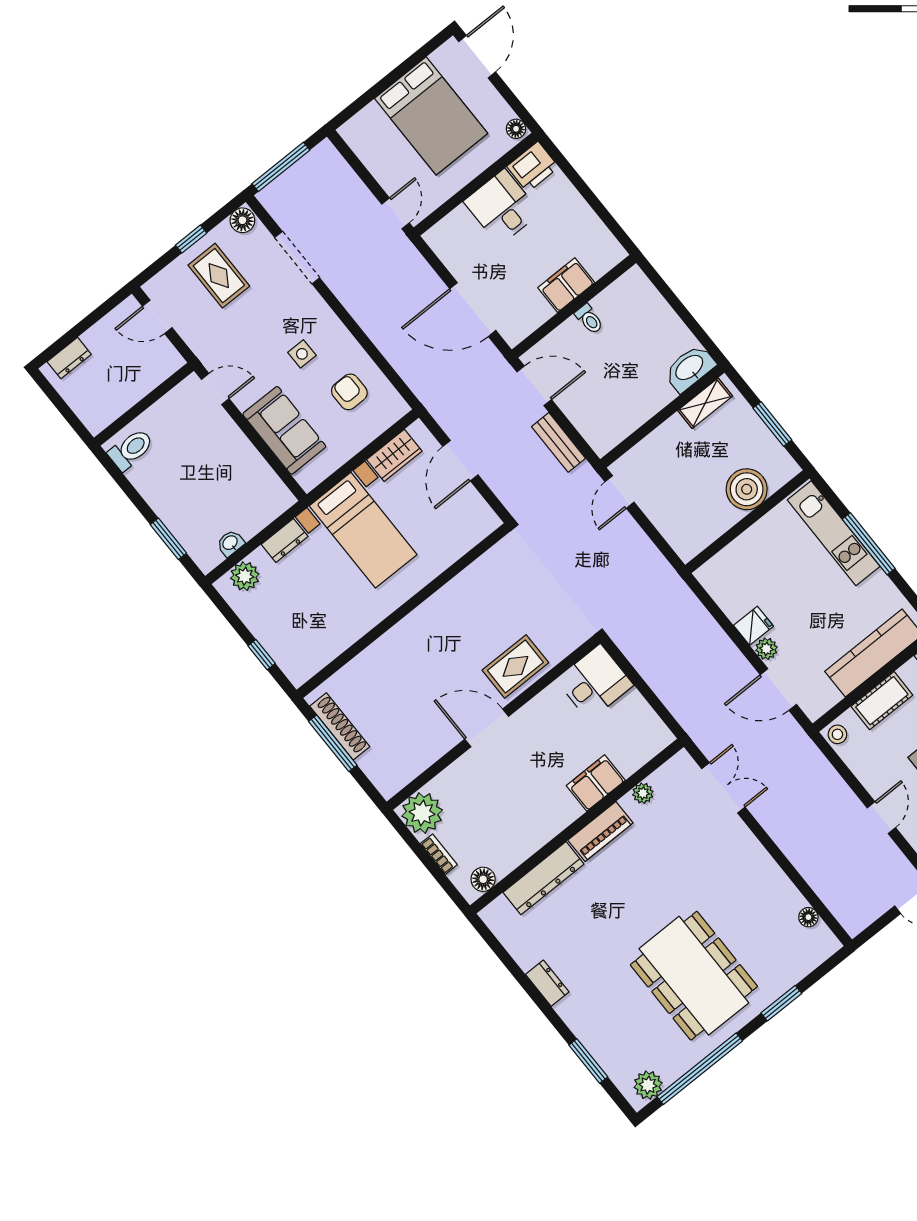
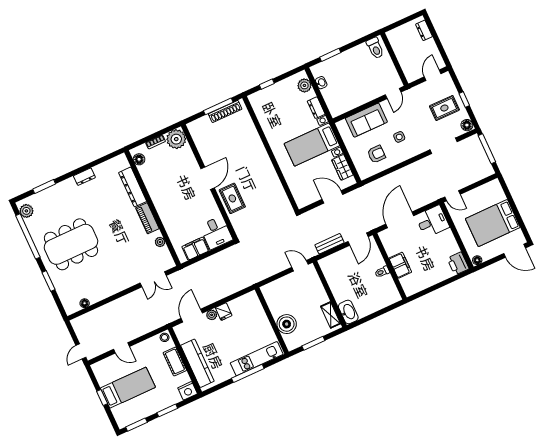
desk: (502, 207) -> (432, 221), moved
filing cabinet: (596, 783) -> (196, 249), moved, turned -90

